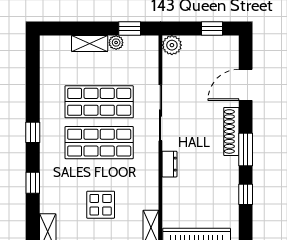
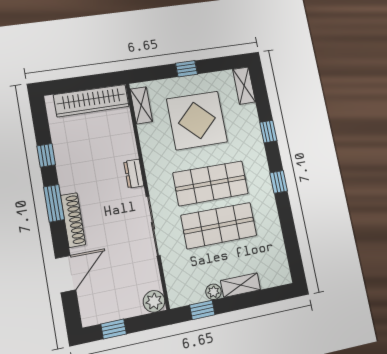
display table: (101, 205) -> (197, 120), width x1.86, depth x1.86

